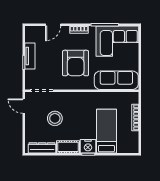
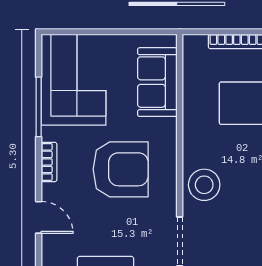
sofa: (116, 80) -> (157, 82), width x0.73
stool: (55, 118) -> (204, 185), moved

